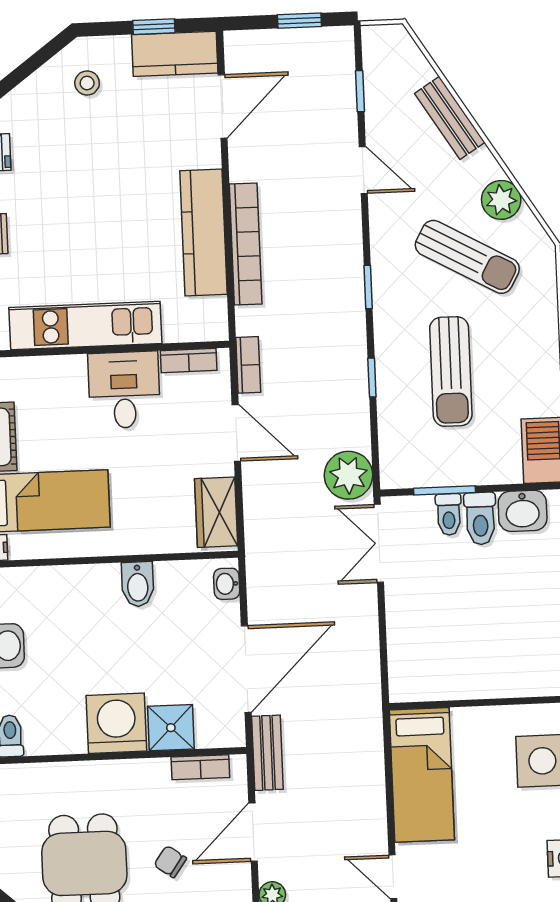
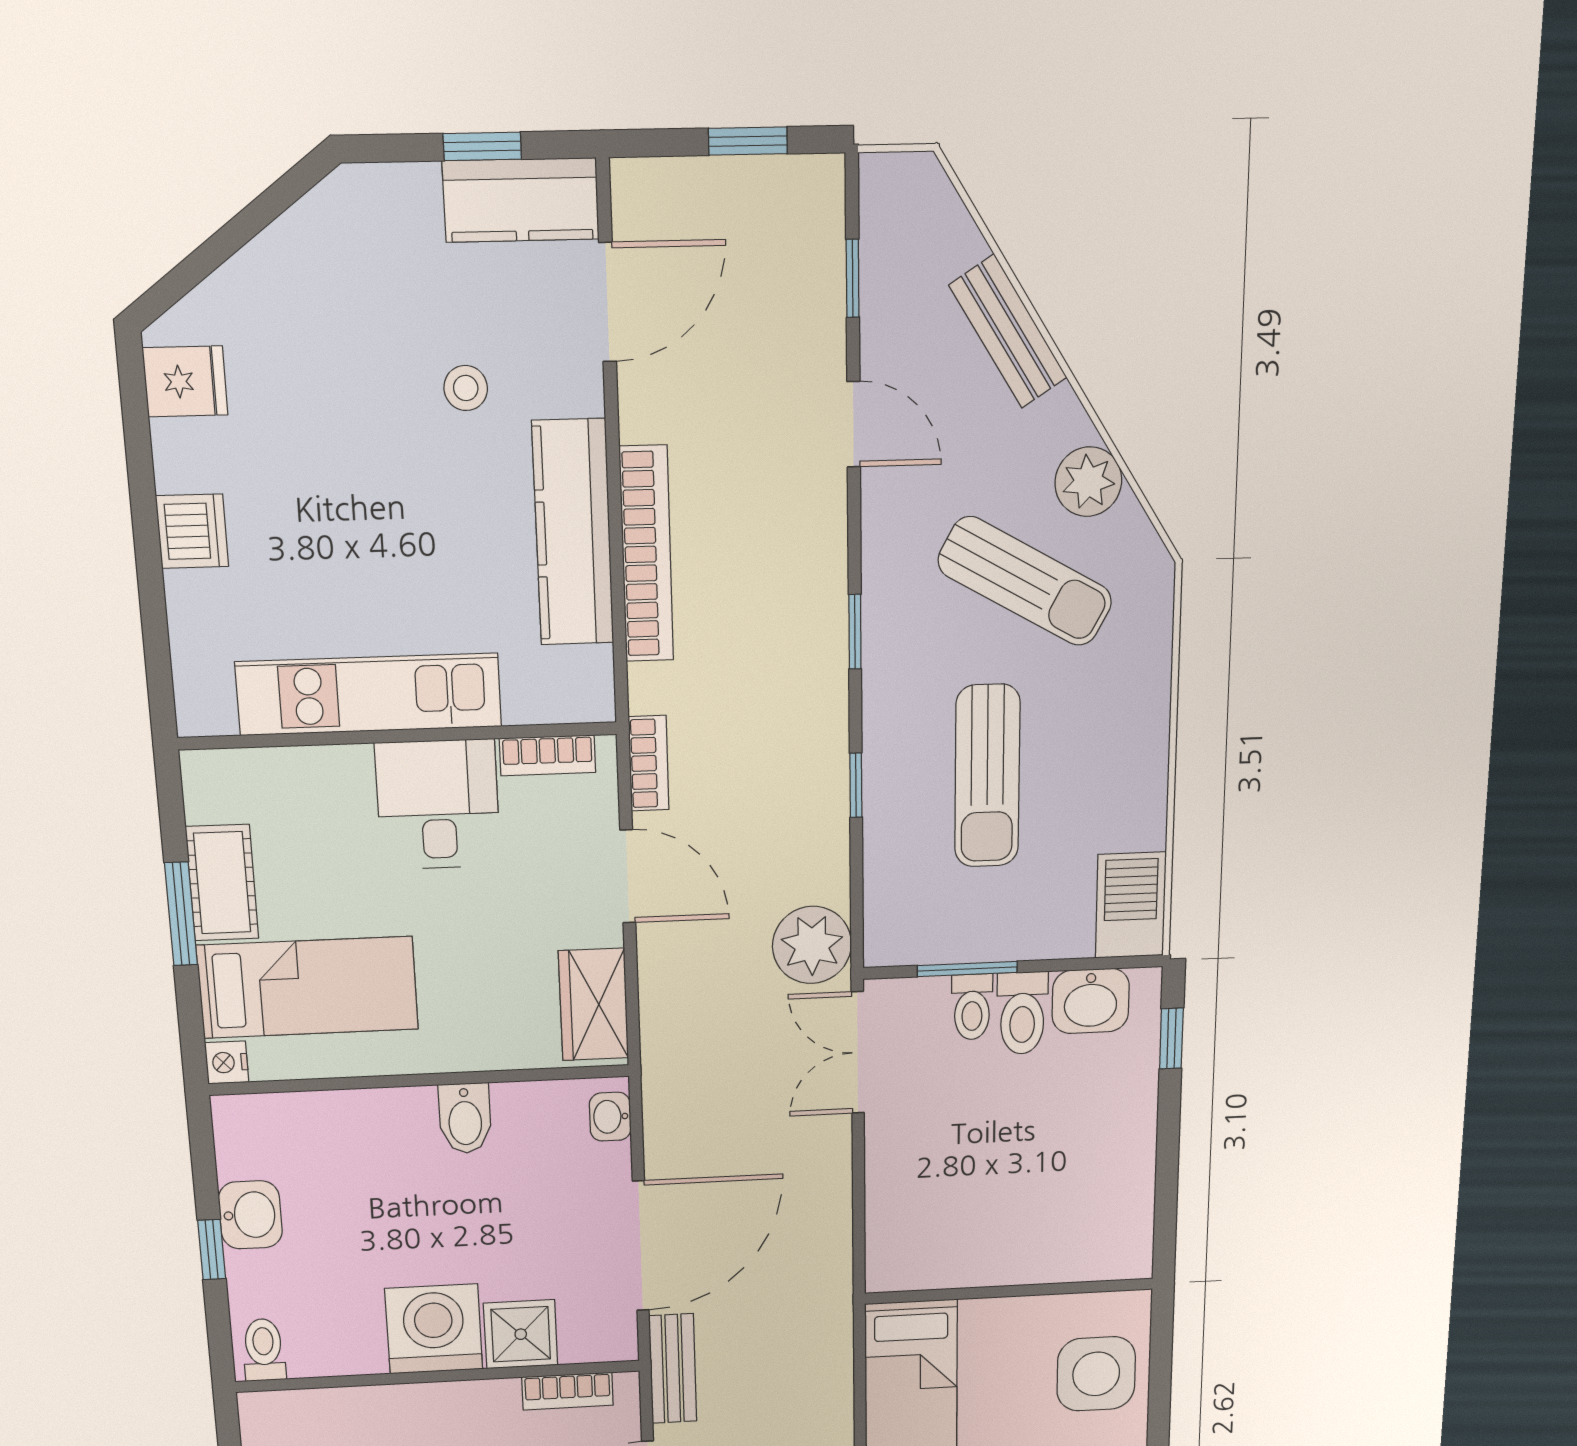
stool: (87, 83) -> (466, 388), moved

